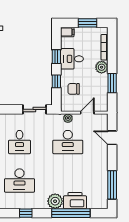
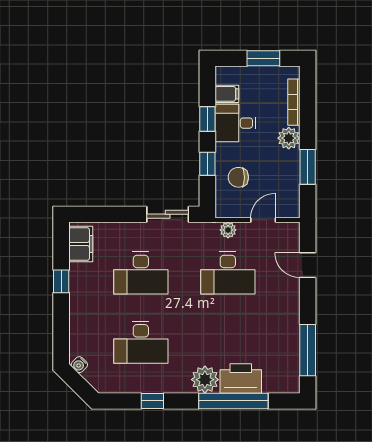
filing cabinet: (67, 32) -> (227, 94), moved
desk: (19, 142) -> (141, 273), width x1.37

